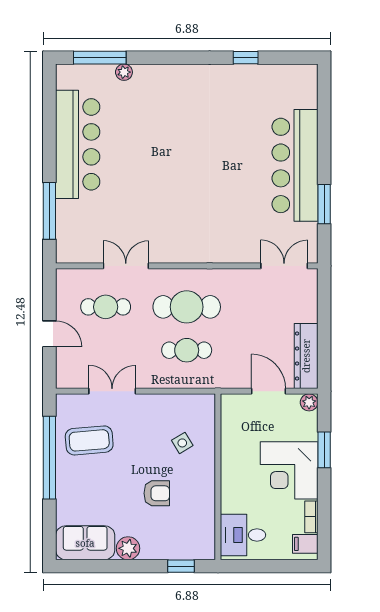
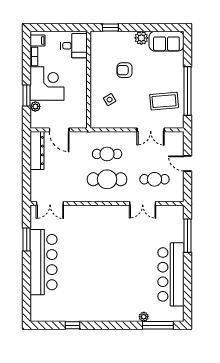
plant: (309, 402) -> (35, 106), moved

